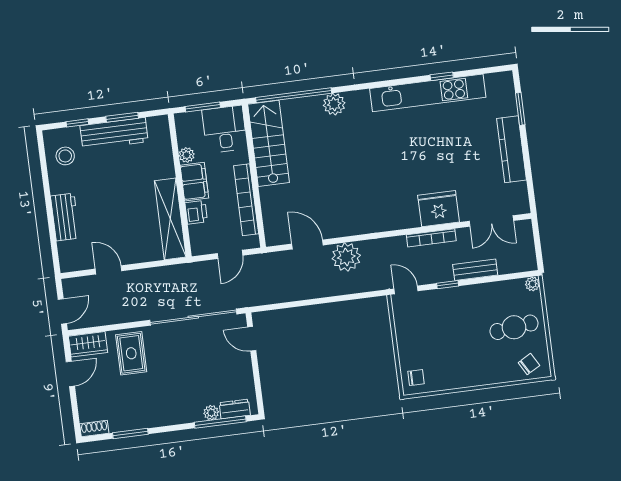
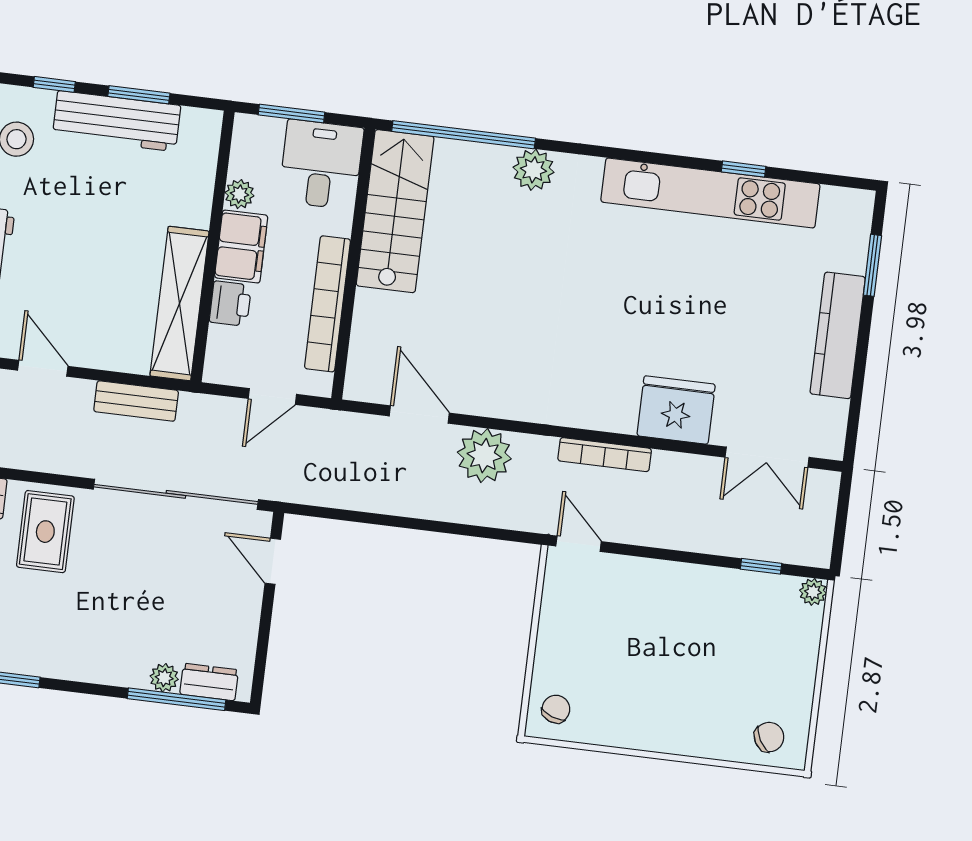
bookcase: (431, 238) -> (605, 455), moved
bench: (475, 270) -> (136, 401), moved
window: (448, 285) -> (761, 566), moved
cafe table: (514, 327) -> (759, 663), removed
chair: (416, 378) -> (556, 709), turned -69

